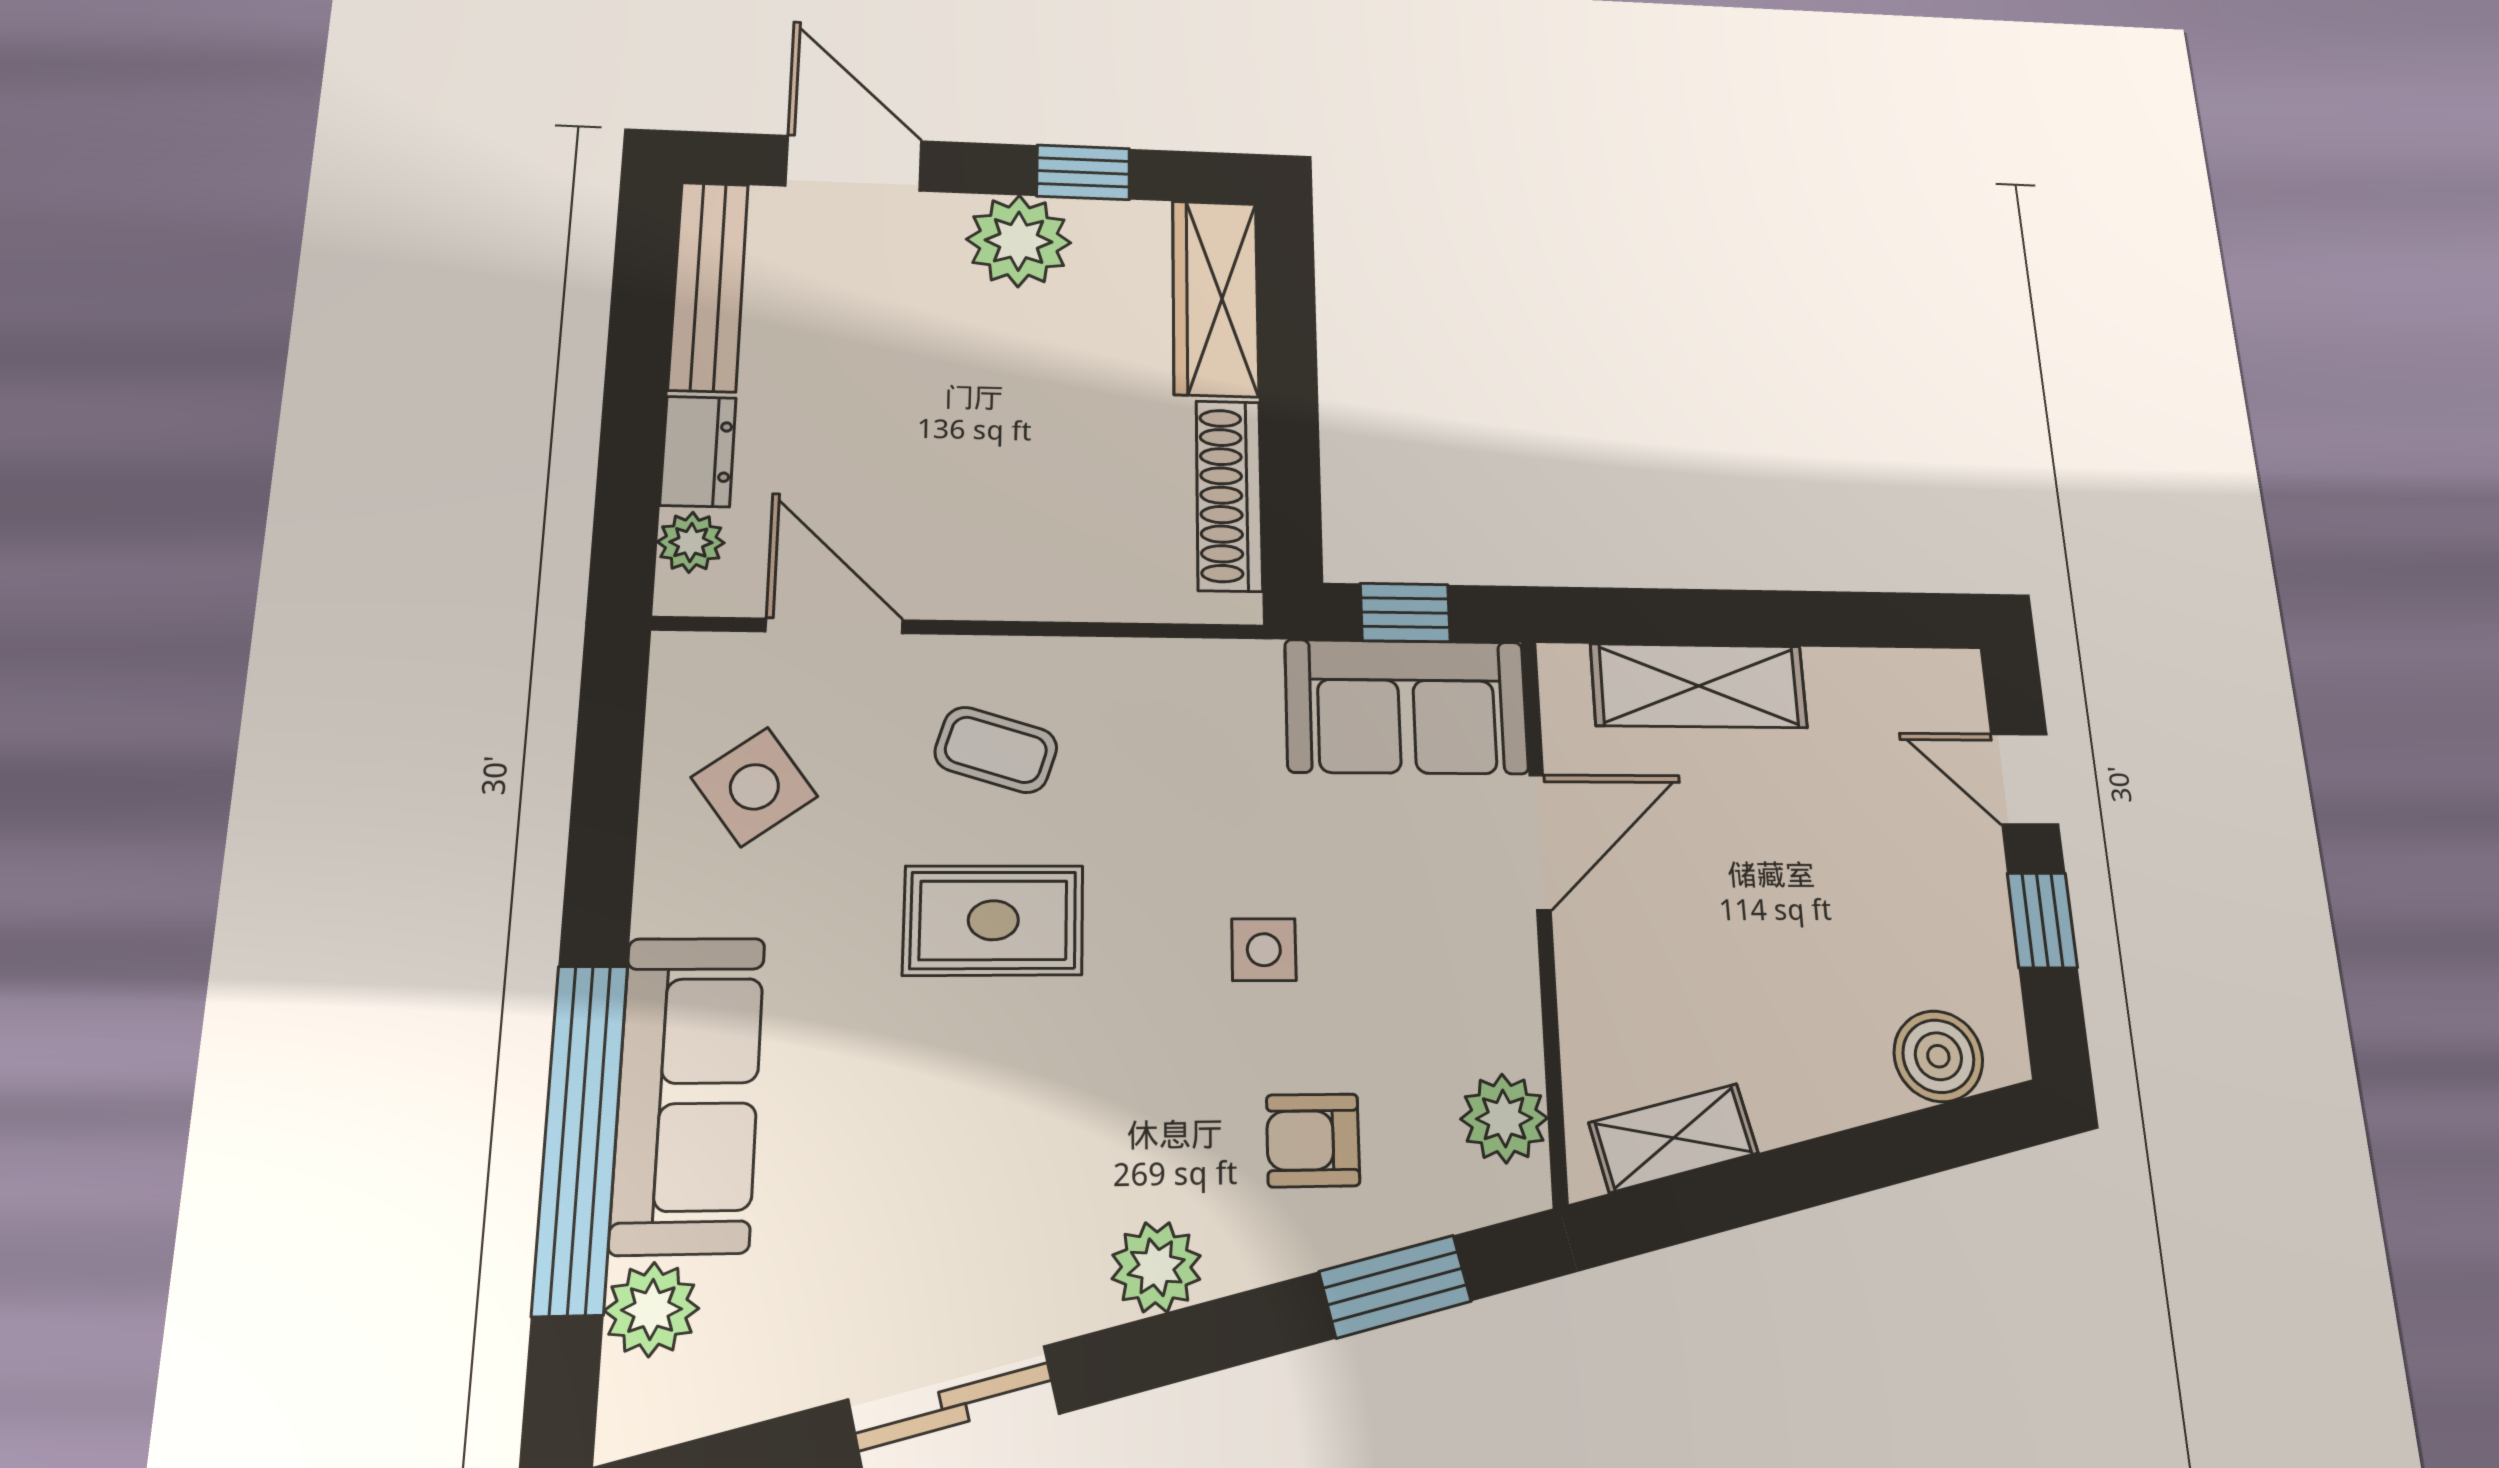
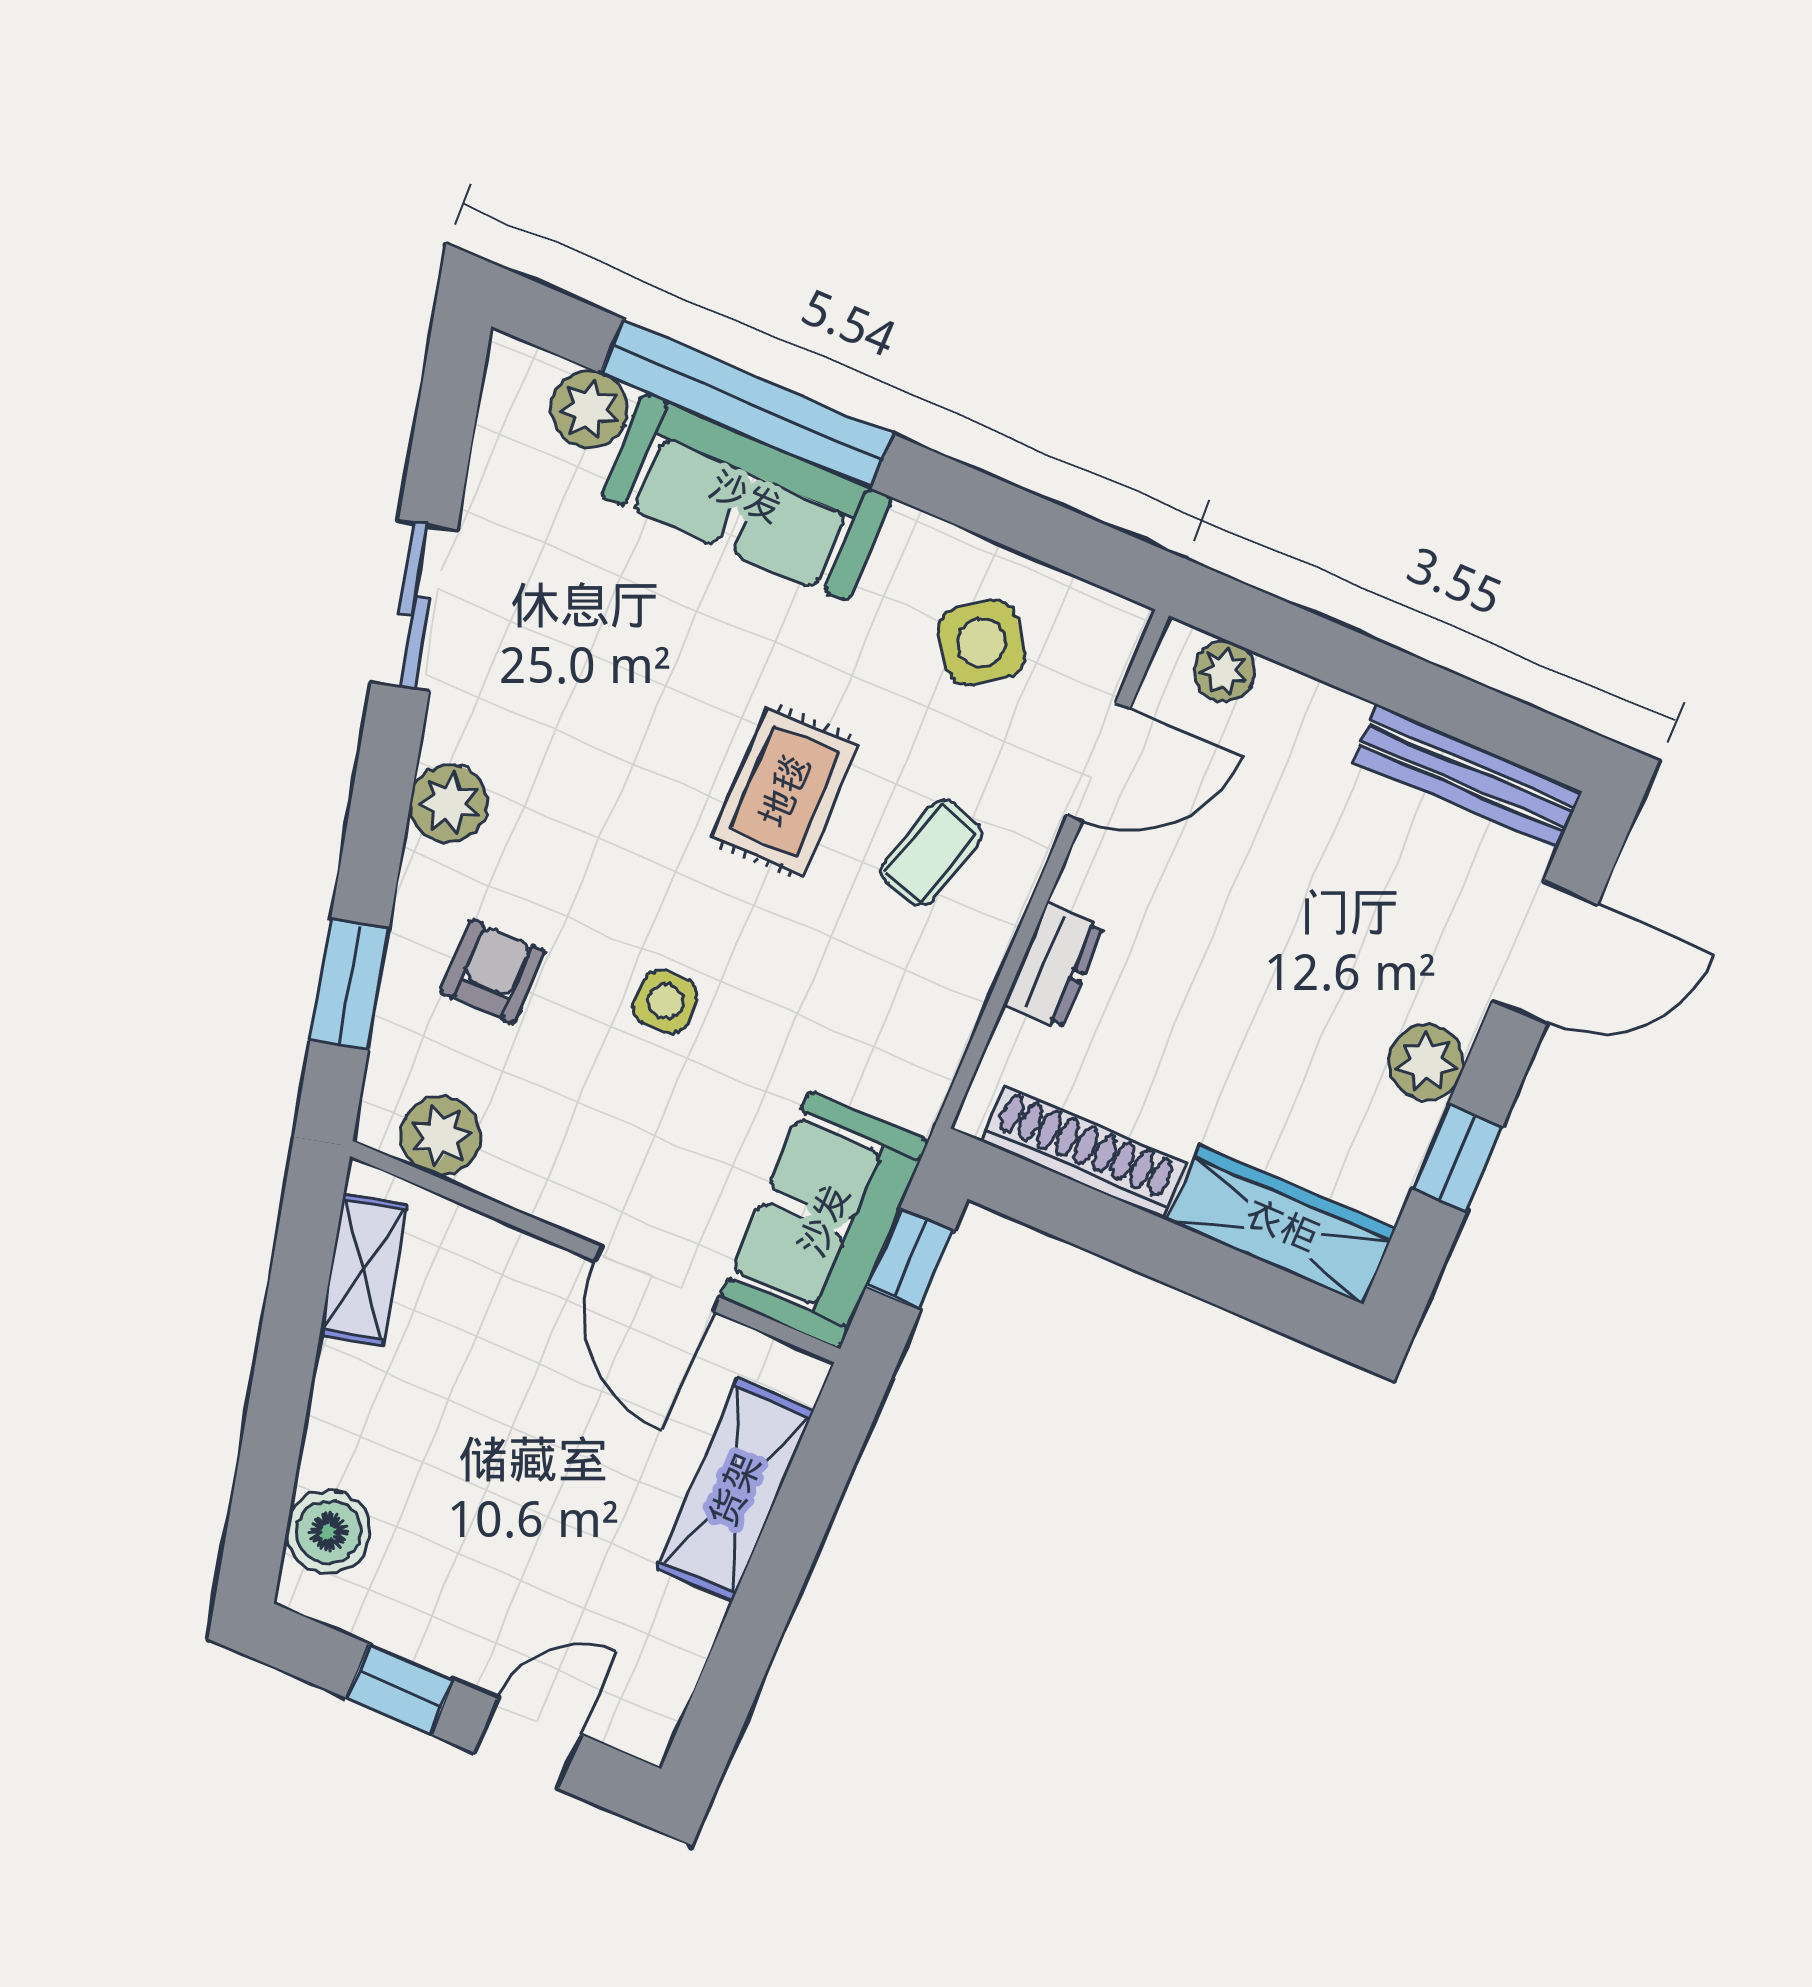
plant: (1019, 241) -> (1426, 1062), width x0.73, depth x0.73
dresser: (698, 451) -> (1054, 966), moved, turned -90

